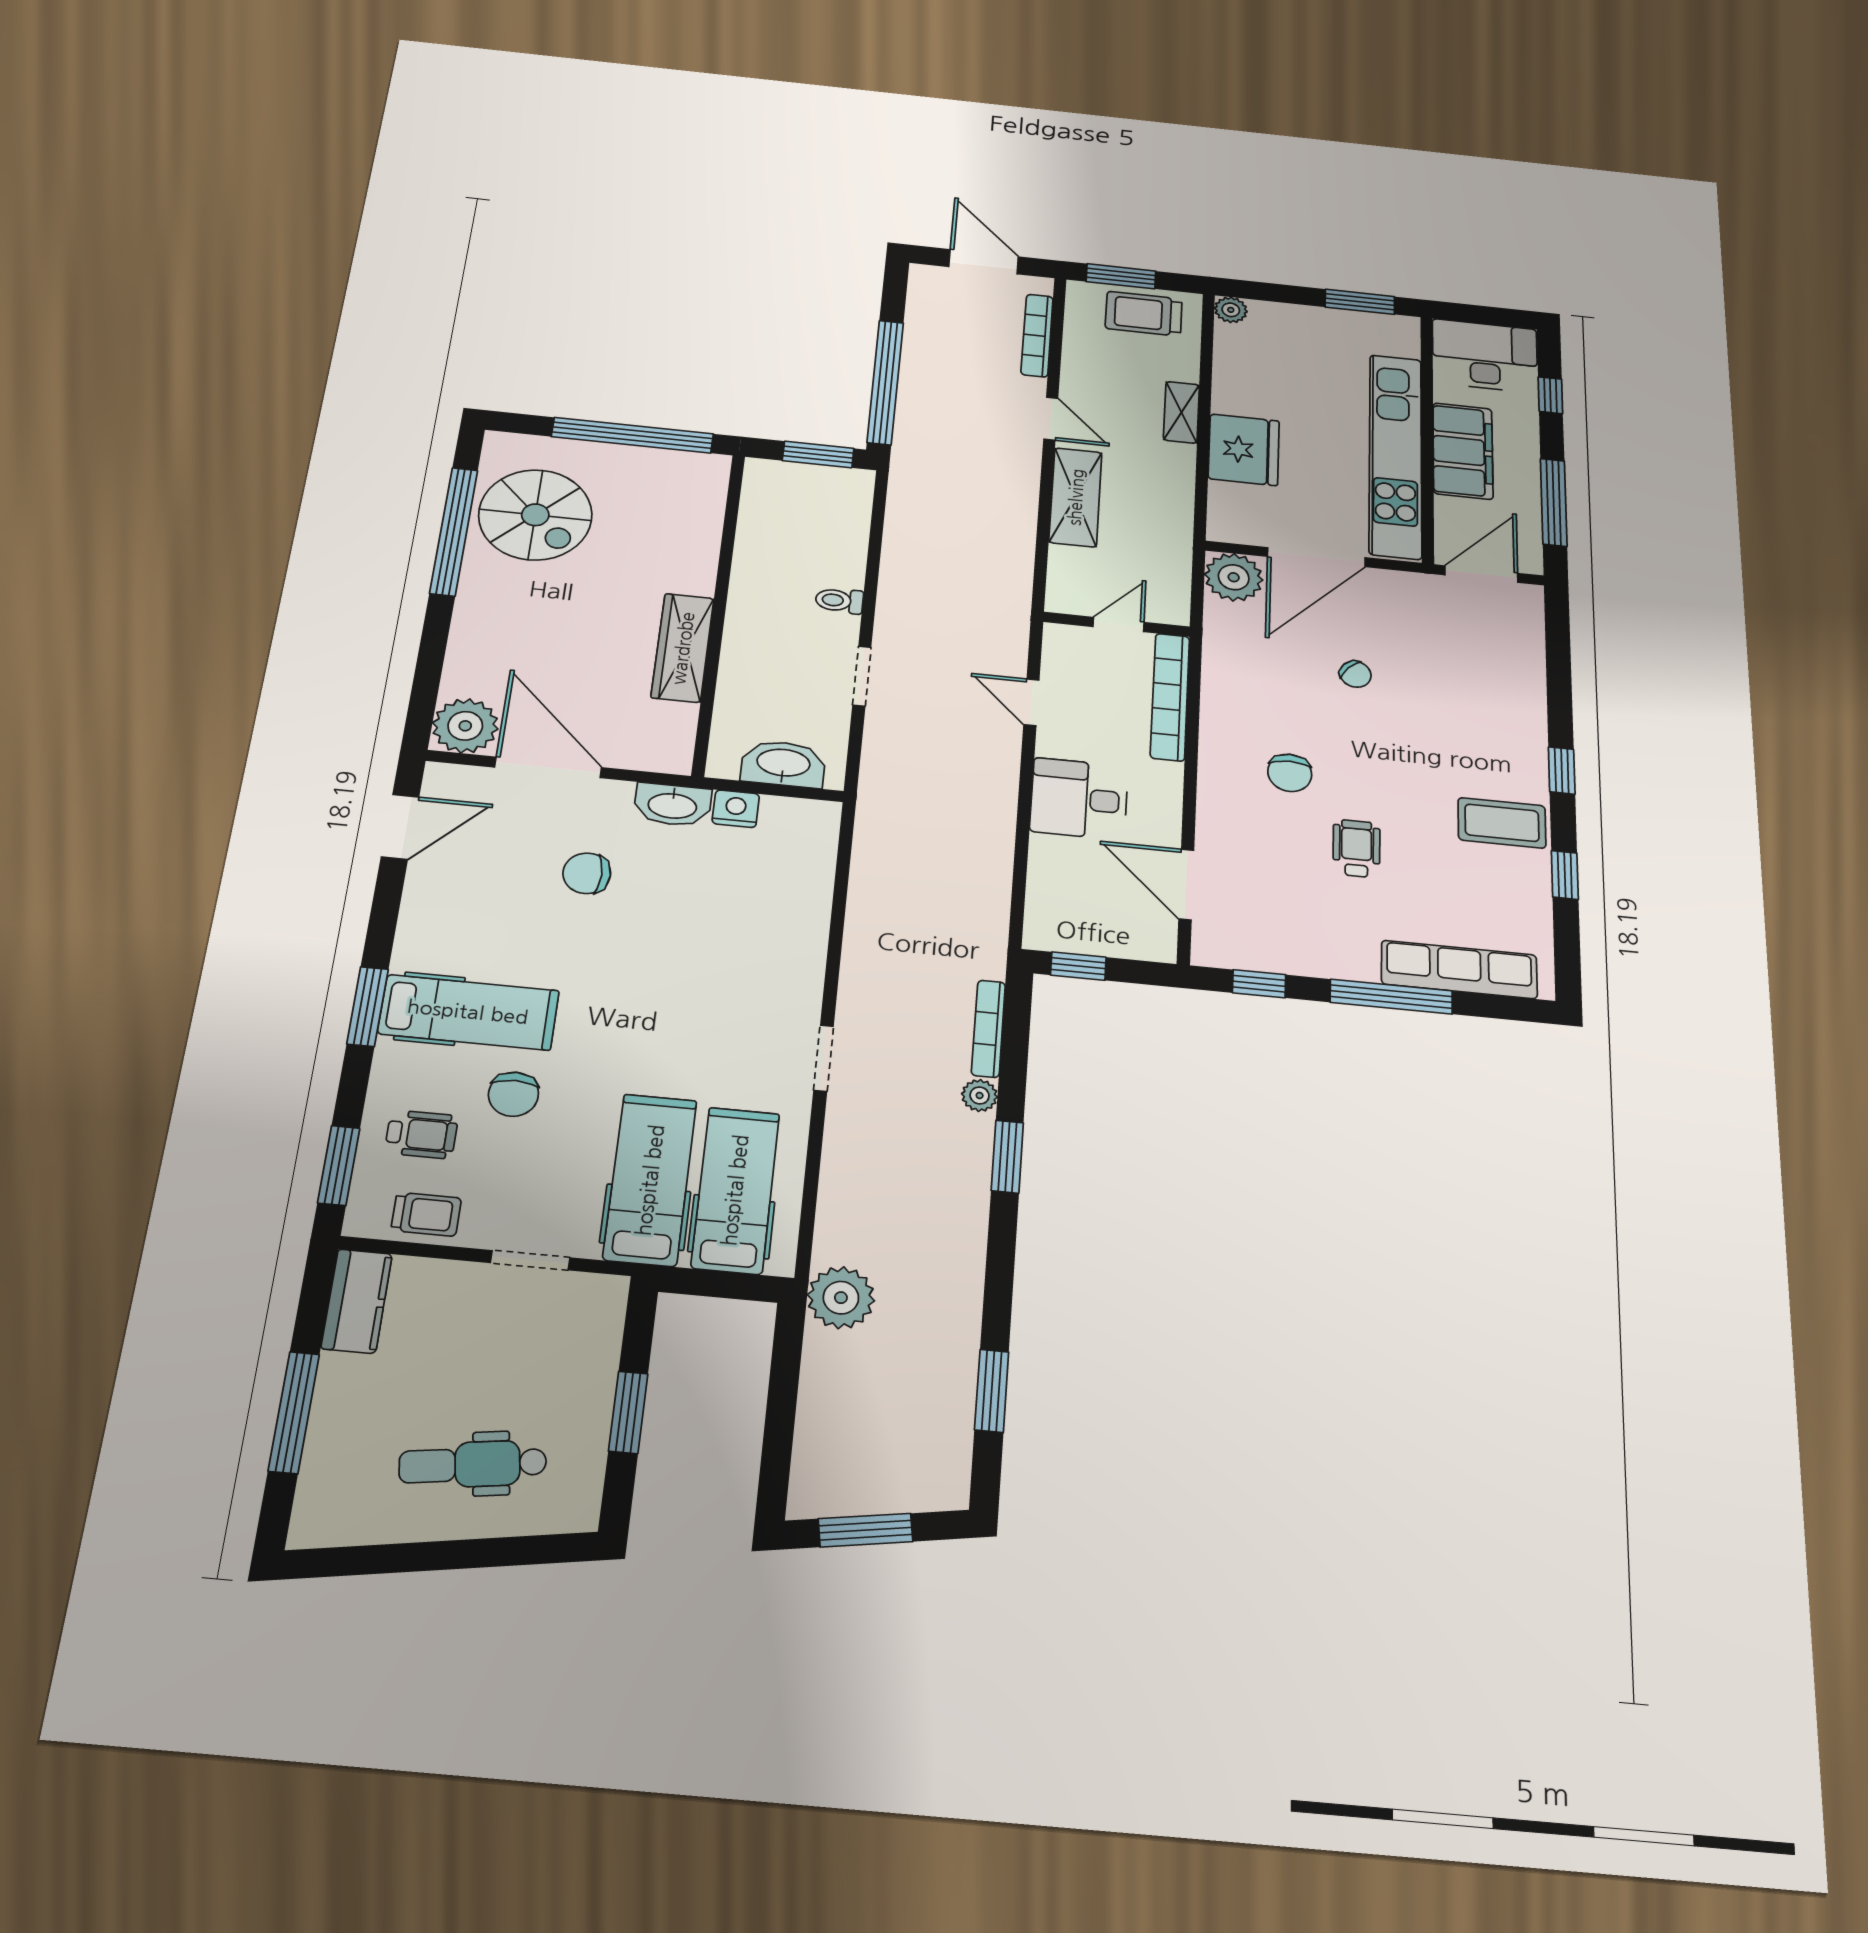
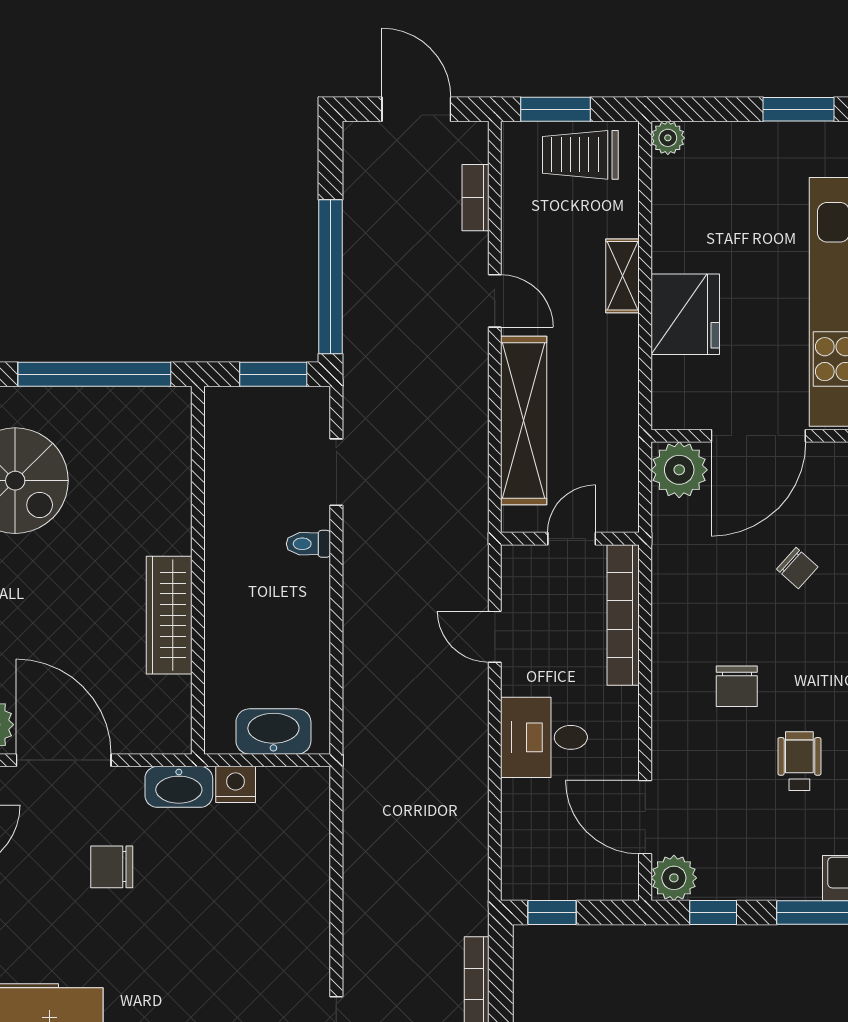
bookcase: (1037, 335) -> (475, 198), width x0.64
shelving: (1076, 497) -> (524, 421), width x1.47
doorway: (862, 676) -> (336, 472), moved
plant: (1216, 946) -> (674, 878), added

